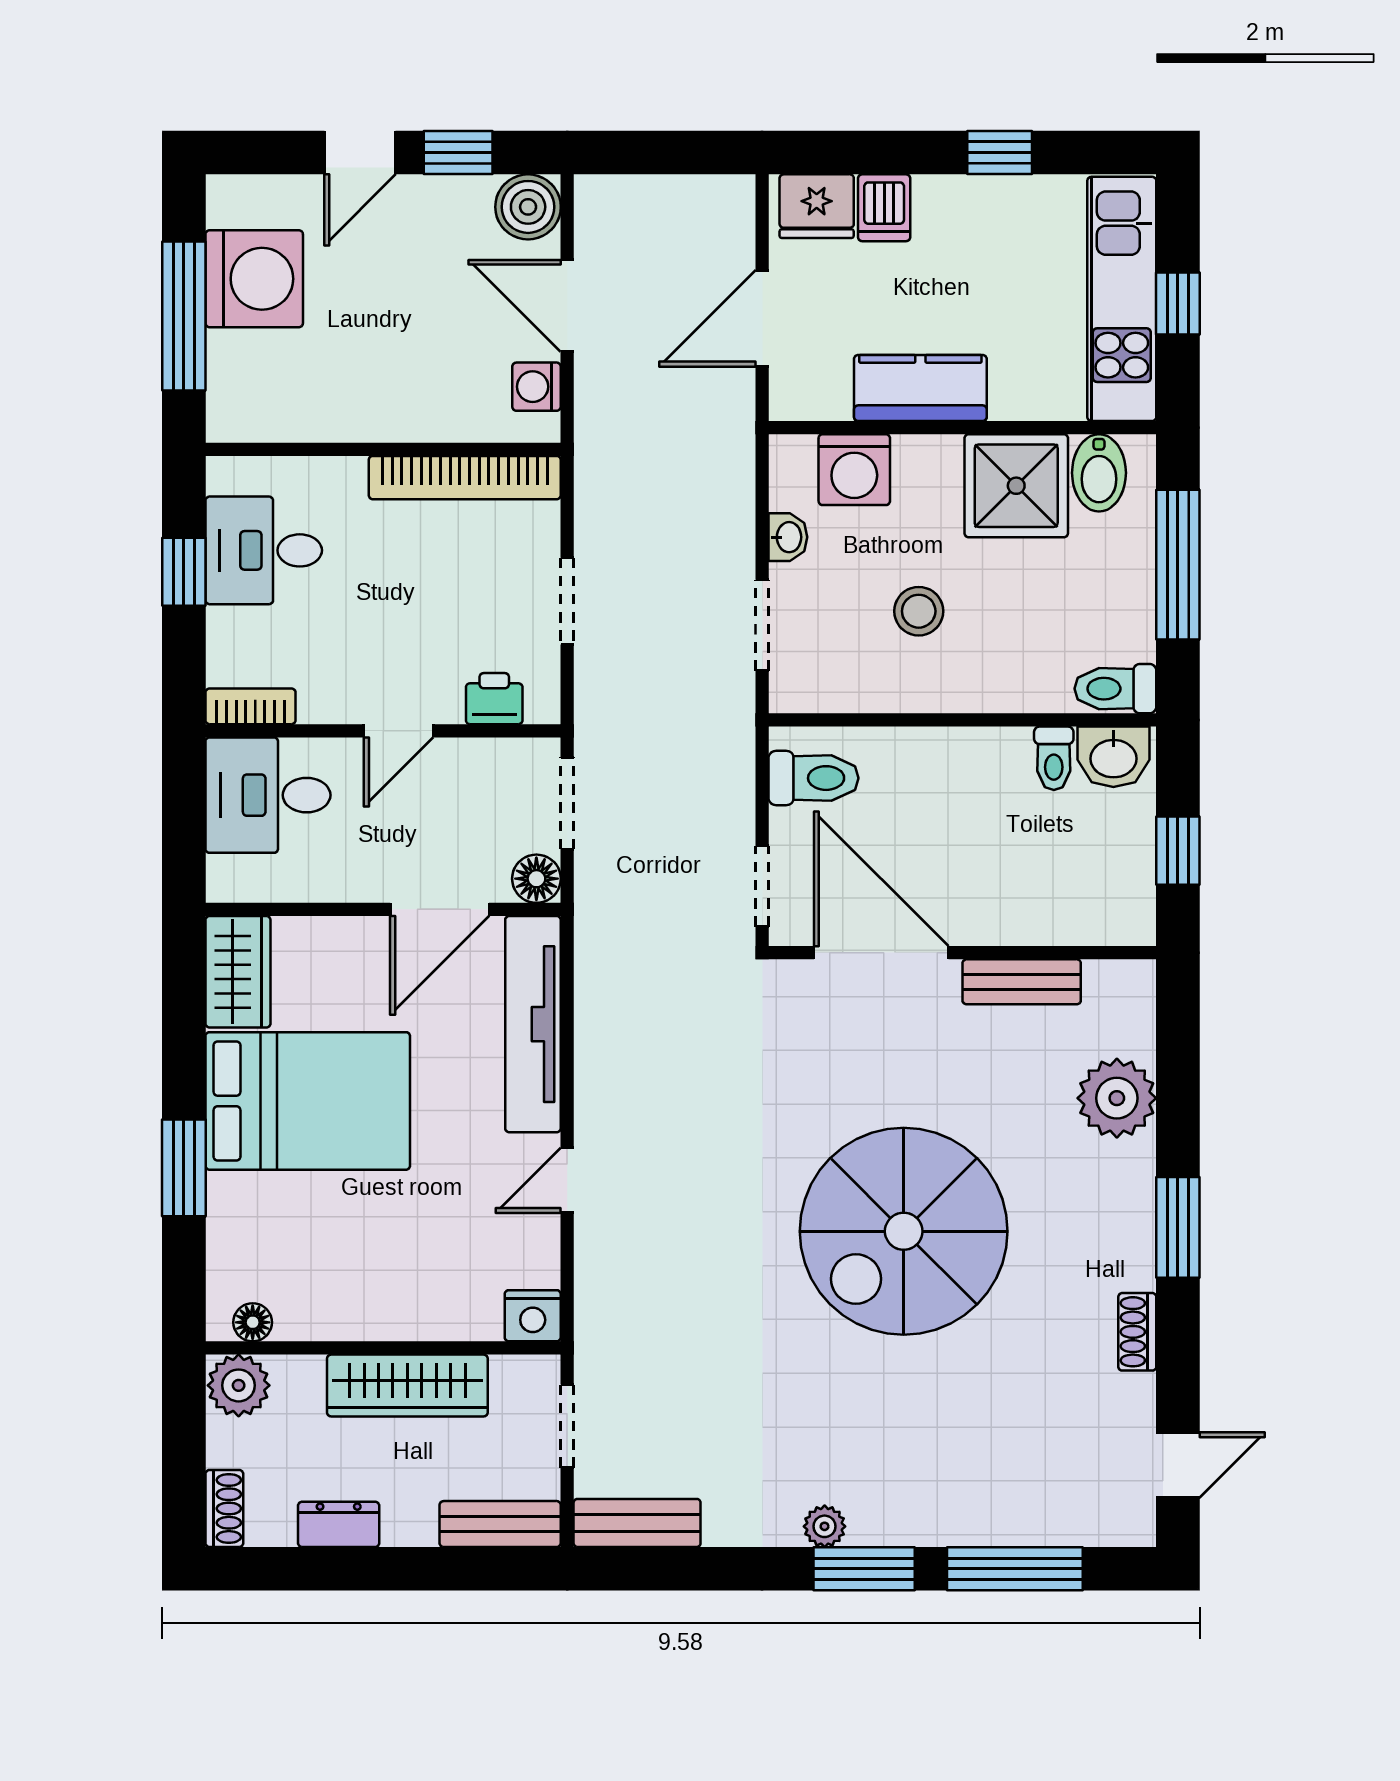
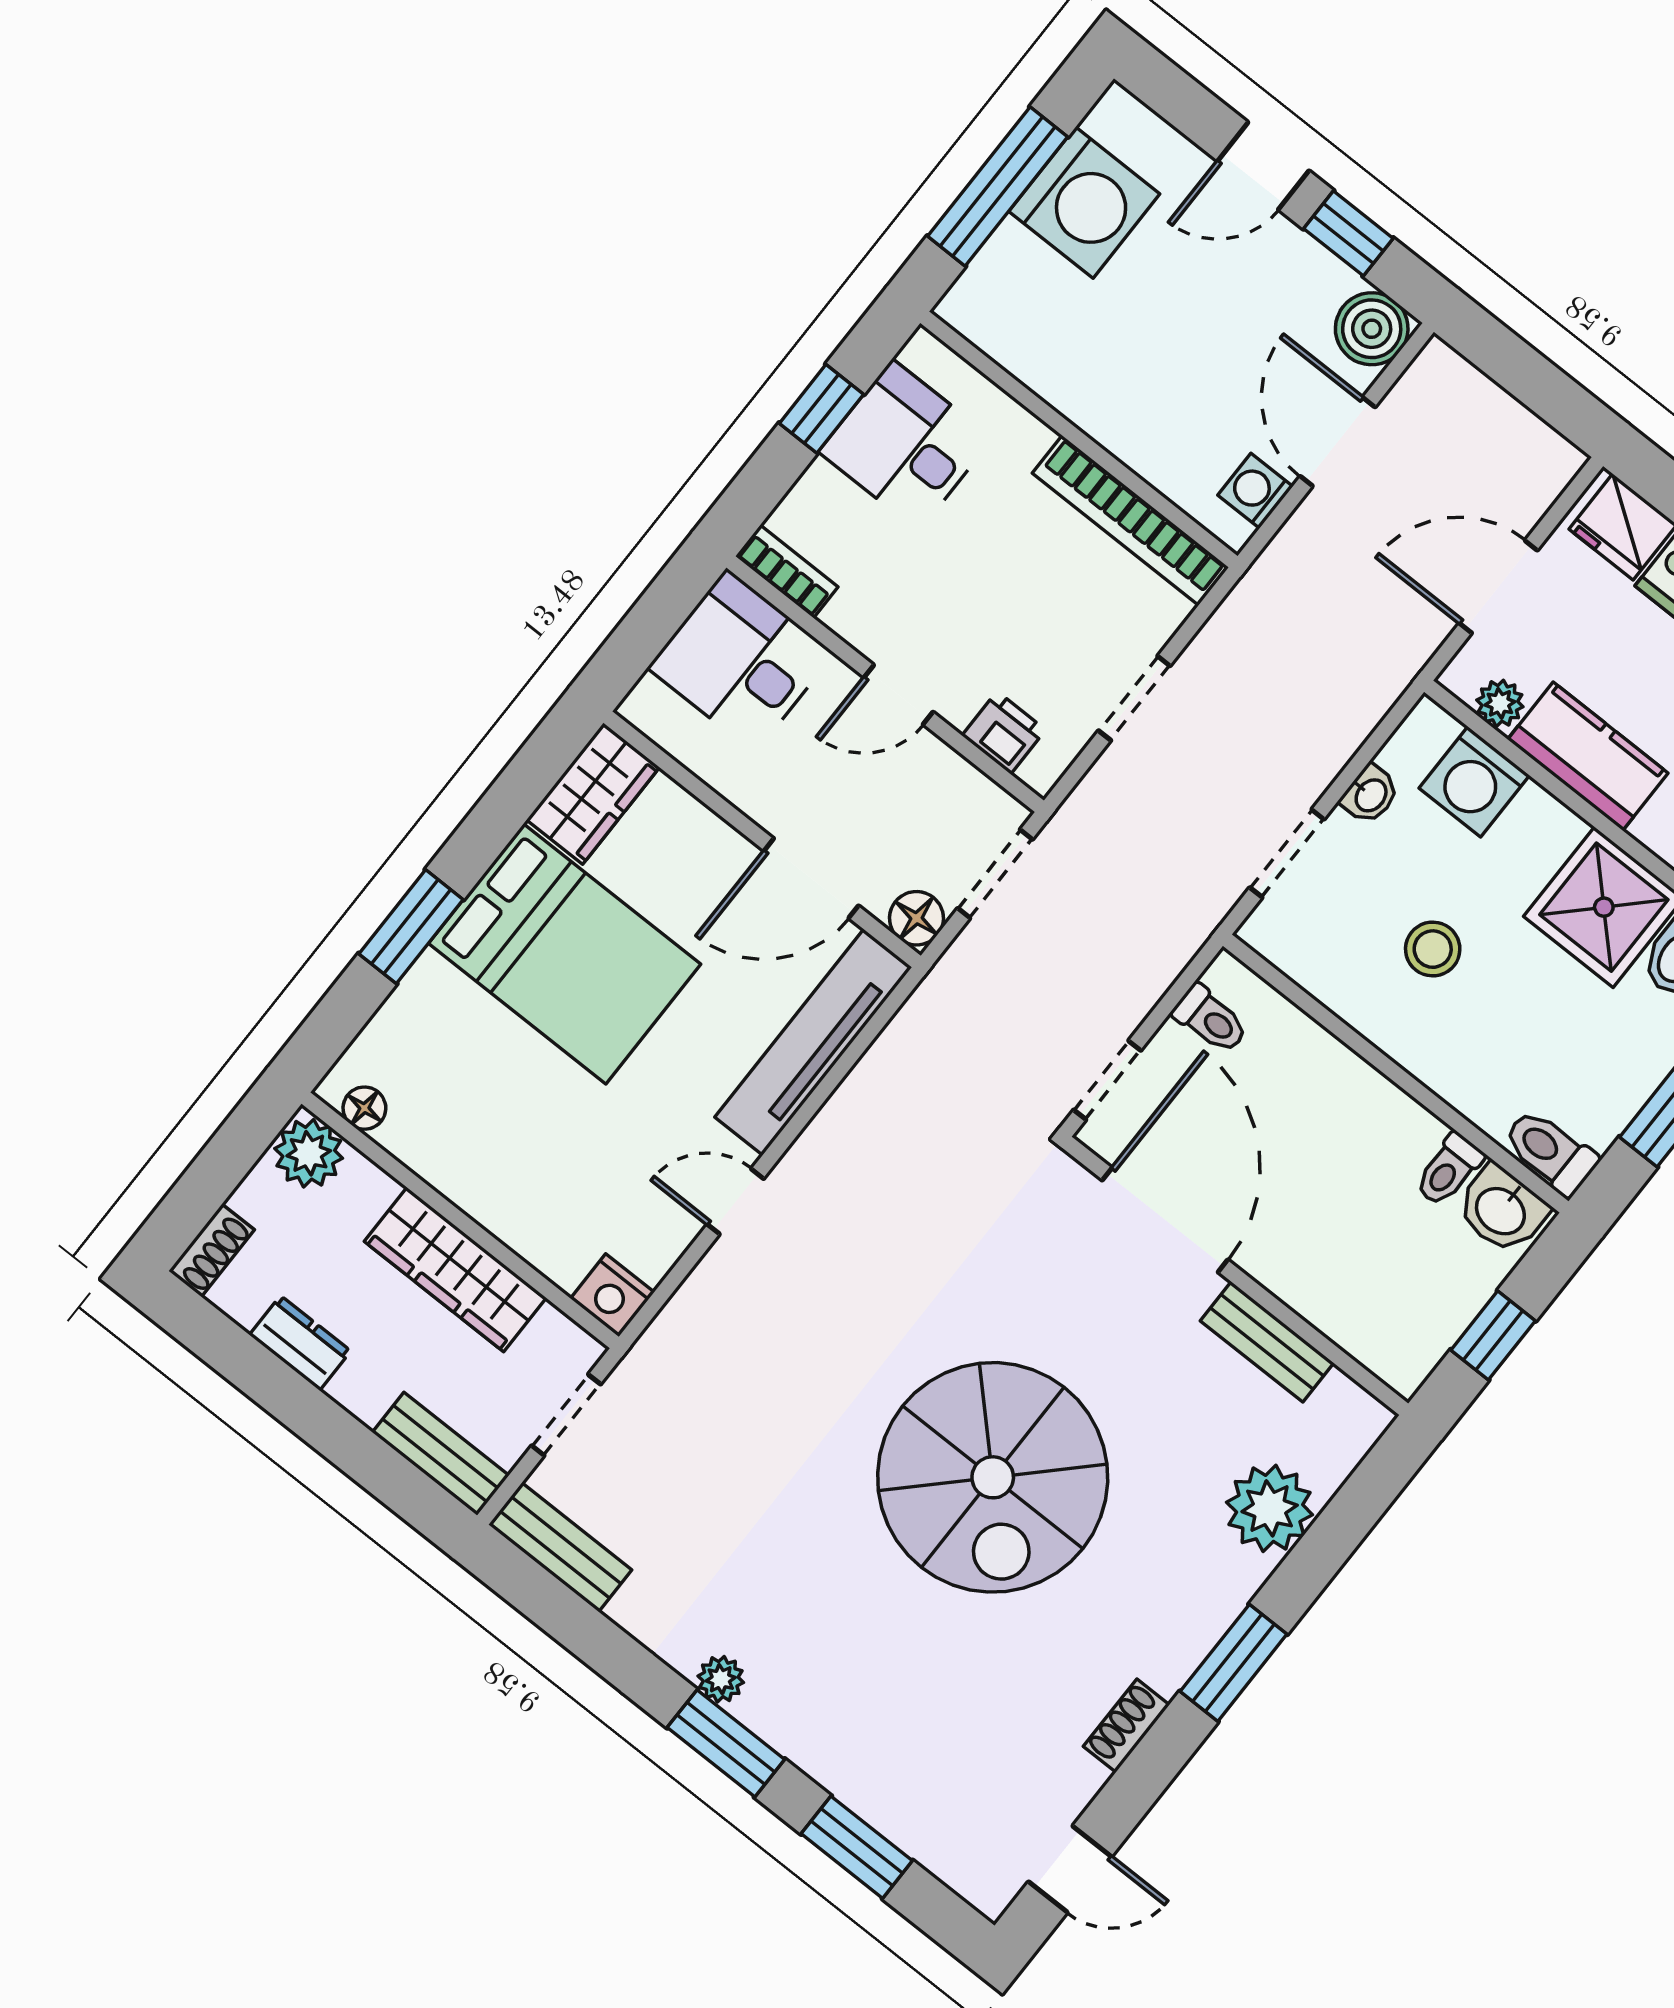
plant: (829, 400) -> (1500, 703), added
toilet: (813, 778) -> (1210, 1019), width x0.73, depth x0.72
spiral stairs: (904, 1231) -> (993, 1477), turned -90
window: (1015, 1569) -> (857, 1847), width x0.69

